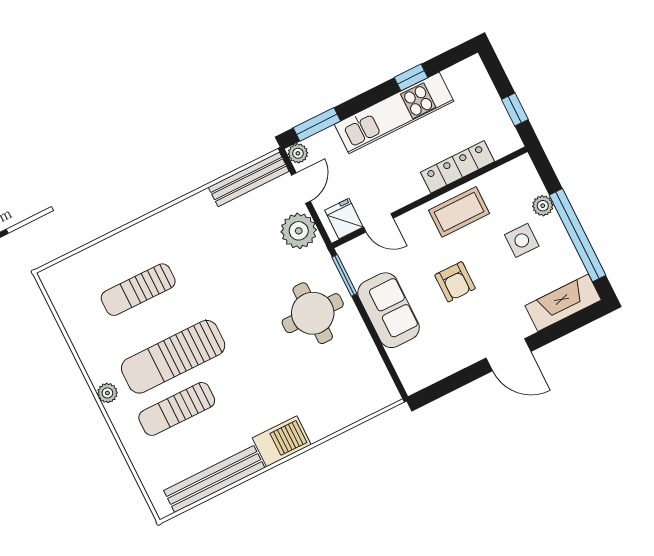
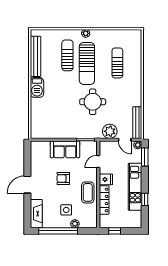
fridge: (344, 219) -> (106, 179), moved
round table: (313, 313) -> (93, 102), moved
sun lounger: (173, 357) -> (87, 63), turned 180

